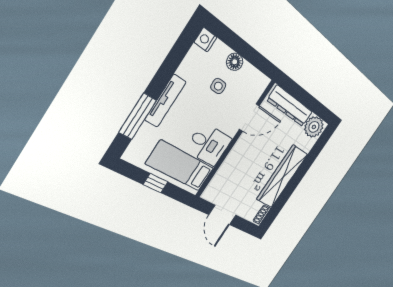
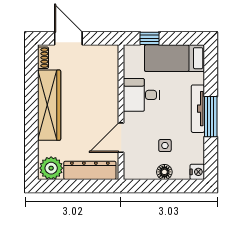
window: (138, 116) -> (211, 117), moved
bed: (180, 166) -> (175, 58), moved, turned 180
window: (156, 183) -> (149, 38), moved
door: (222, 215) -> (68, 38), moved

